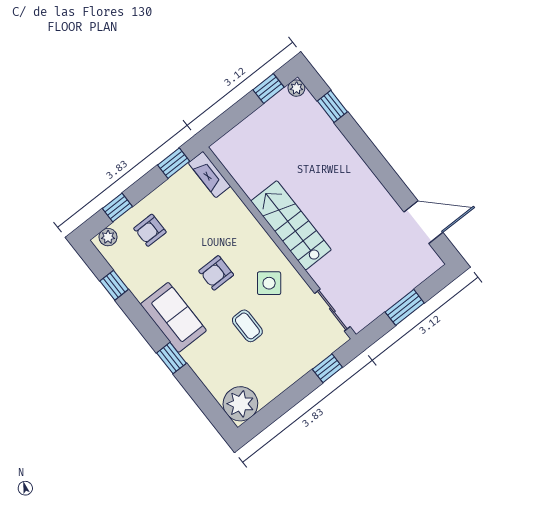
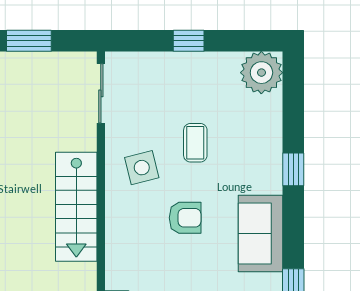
side table: (269, 283) -> (142, 168), turned 38
sofa: (173, 317) -> (261, 233), moved
window: (327, 368) -> (189, 41), moved

